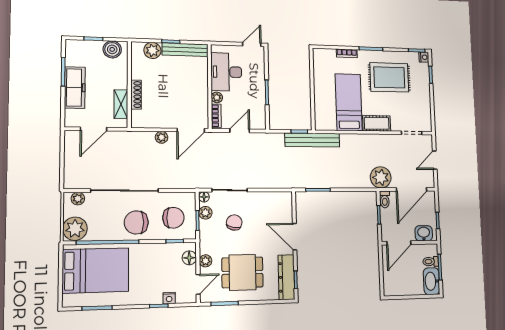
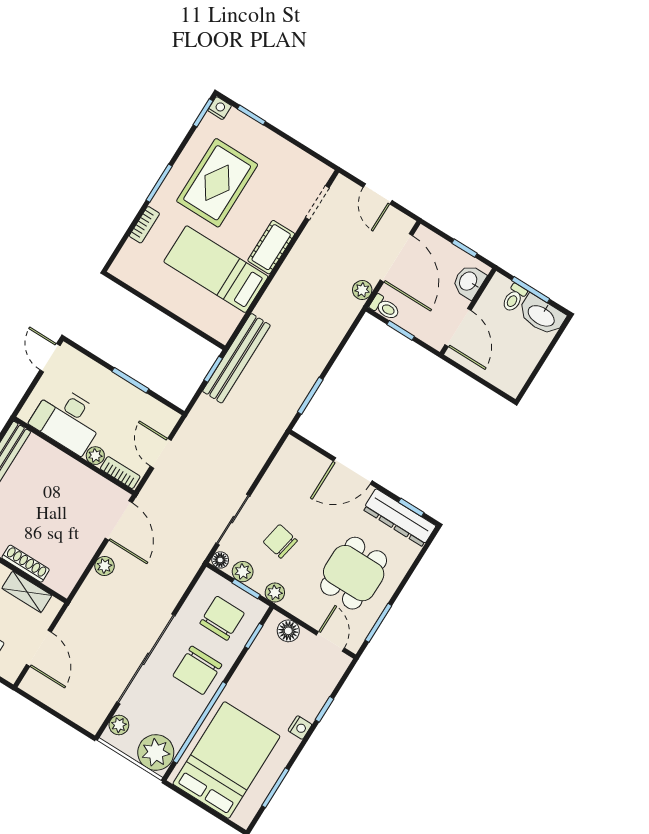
plant: (381, 177) -> (362, 290), width x0.53, depth x0.53
plant: (206, 261) -> (275, 593), moved
nightstand: (169, 298) -> (300, 728), moved

